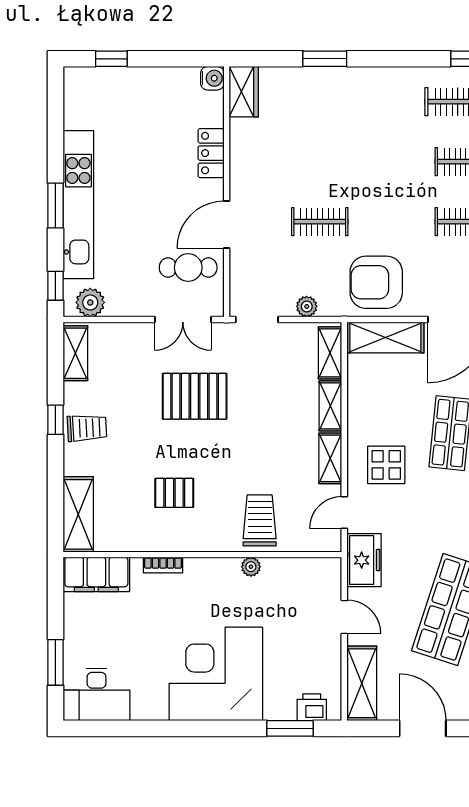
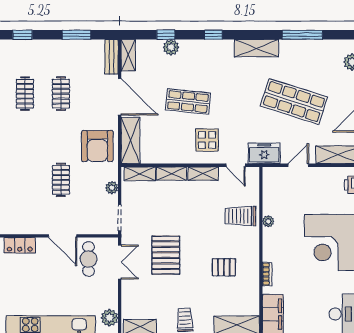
pallet: (174, 493) -> (224, 267), turned 90

